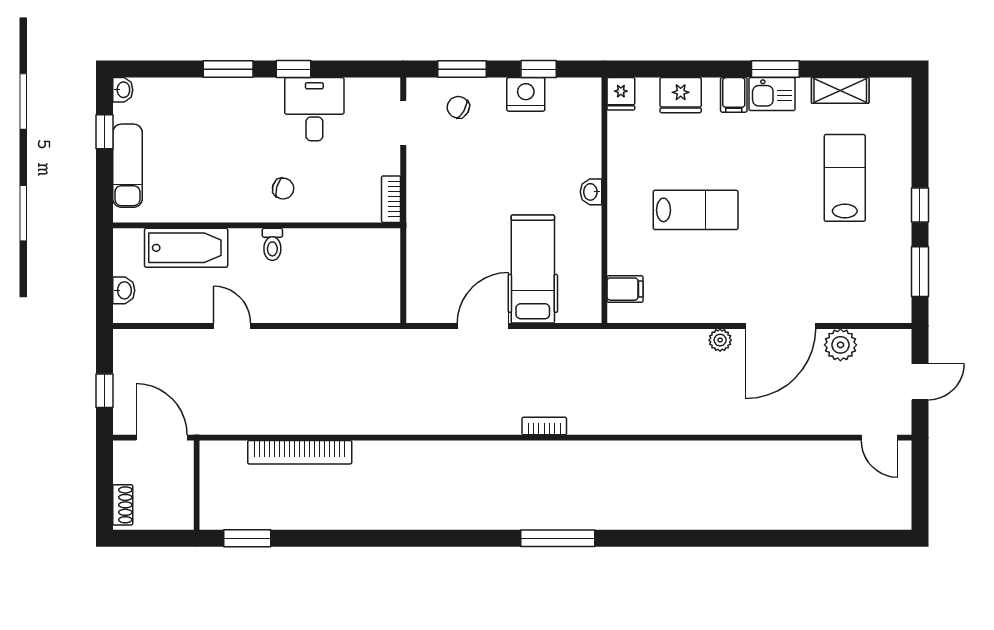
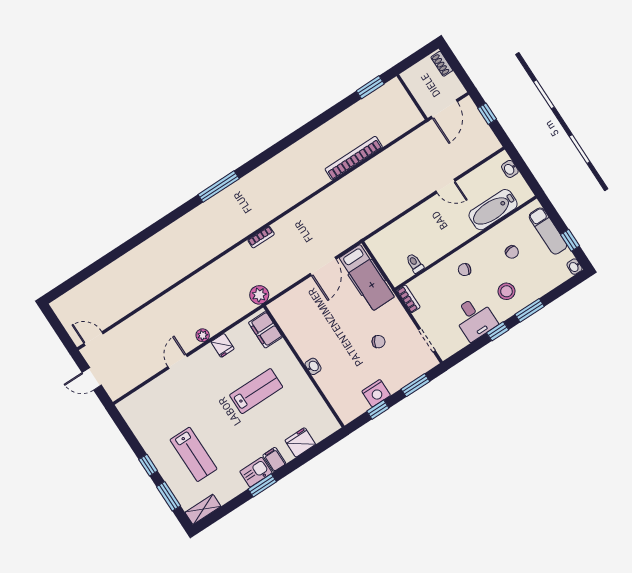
shelving: (840, 90) -> (203, 509), moved
fridge: (621, 94) -> (223, 345), moved, turned 180
chair: (458, 107) -> (379, 342), moved
stool: (243, 118) -> (506, 291), added
chair: (199, 169) -> (512, 252), added
lab bench: (696, 210) -> (256, 391), turned 180
toilet: (272, 244) -> (415, 263), moved
hospital bed: (533, 269) -> (367, 277), moved
window: (920, 272) -> (169, 496), moved
filing cabinet: (625, 289) -> (265, 330), width x2.00
door: (781, 326) -> (178, 362), width x0.53
plant: (840, 345) -> (259, 295), moved
door: (920, 382) -> (92, 379), hinge flipped
door: (162, 438) -> (444, 109), hinge flipped
bookcase: (300, 452) -> (354, 158), moved

